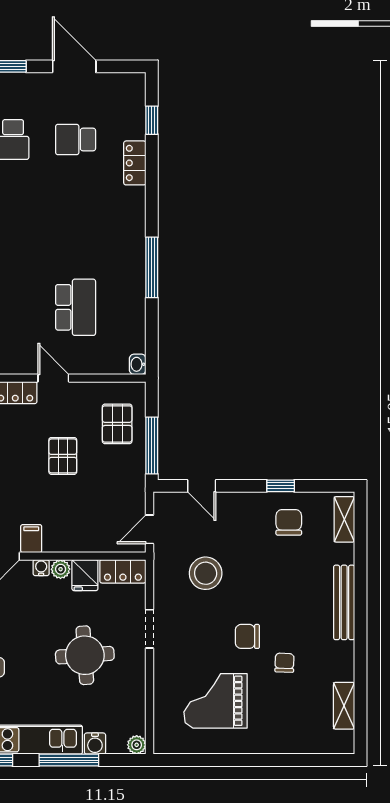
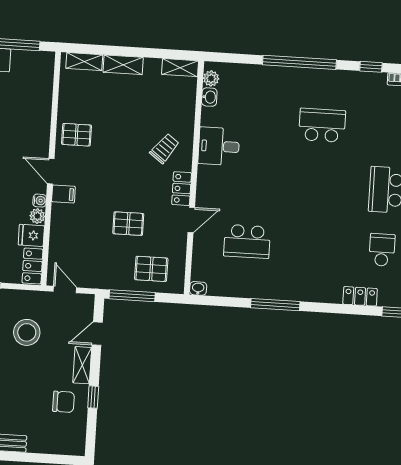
shelving: (344, 519) -> (82, 365), moved, turned 90

